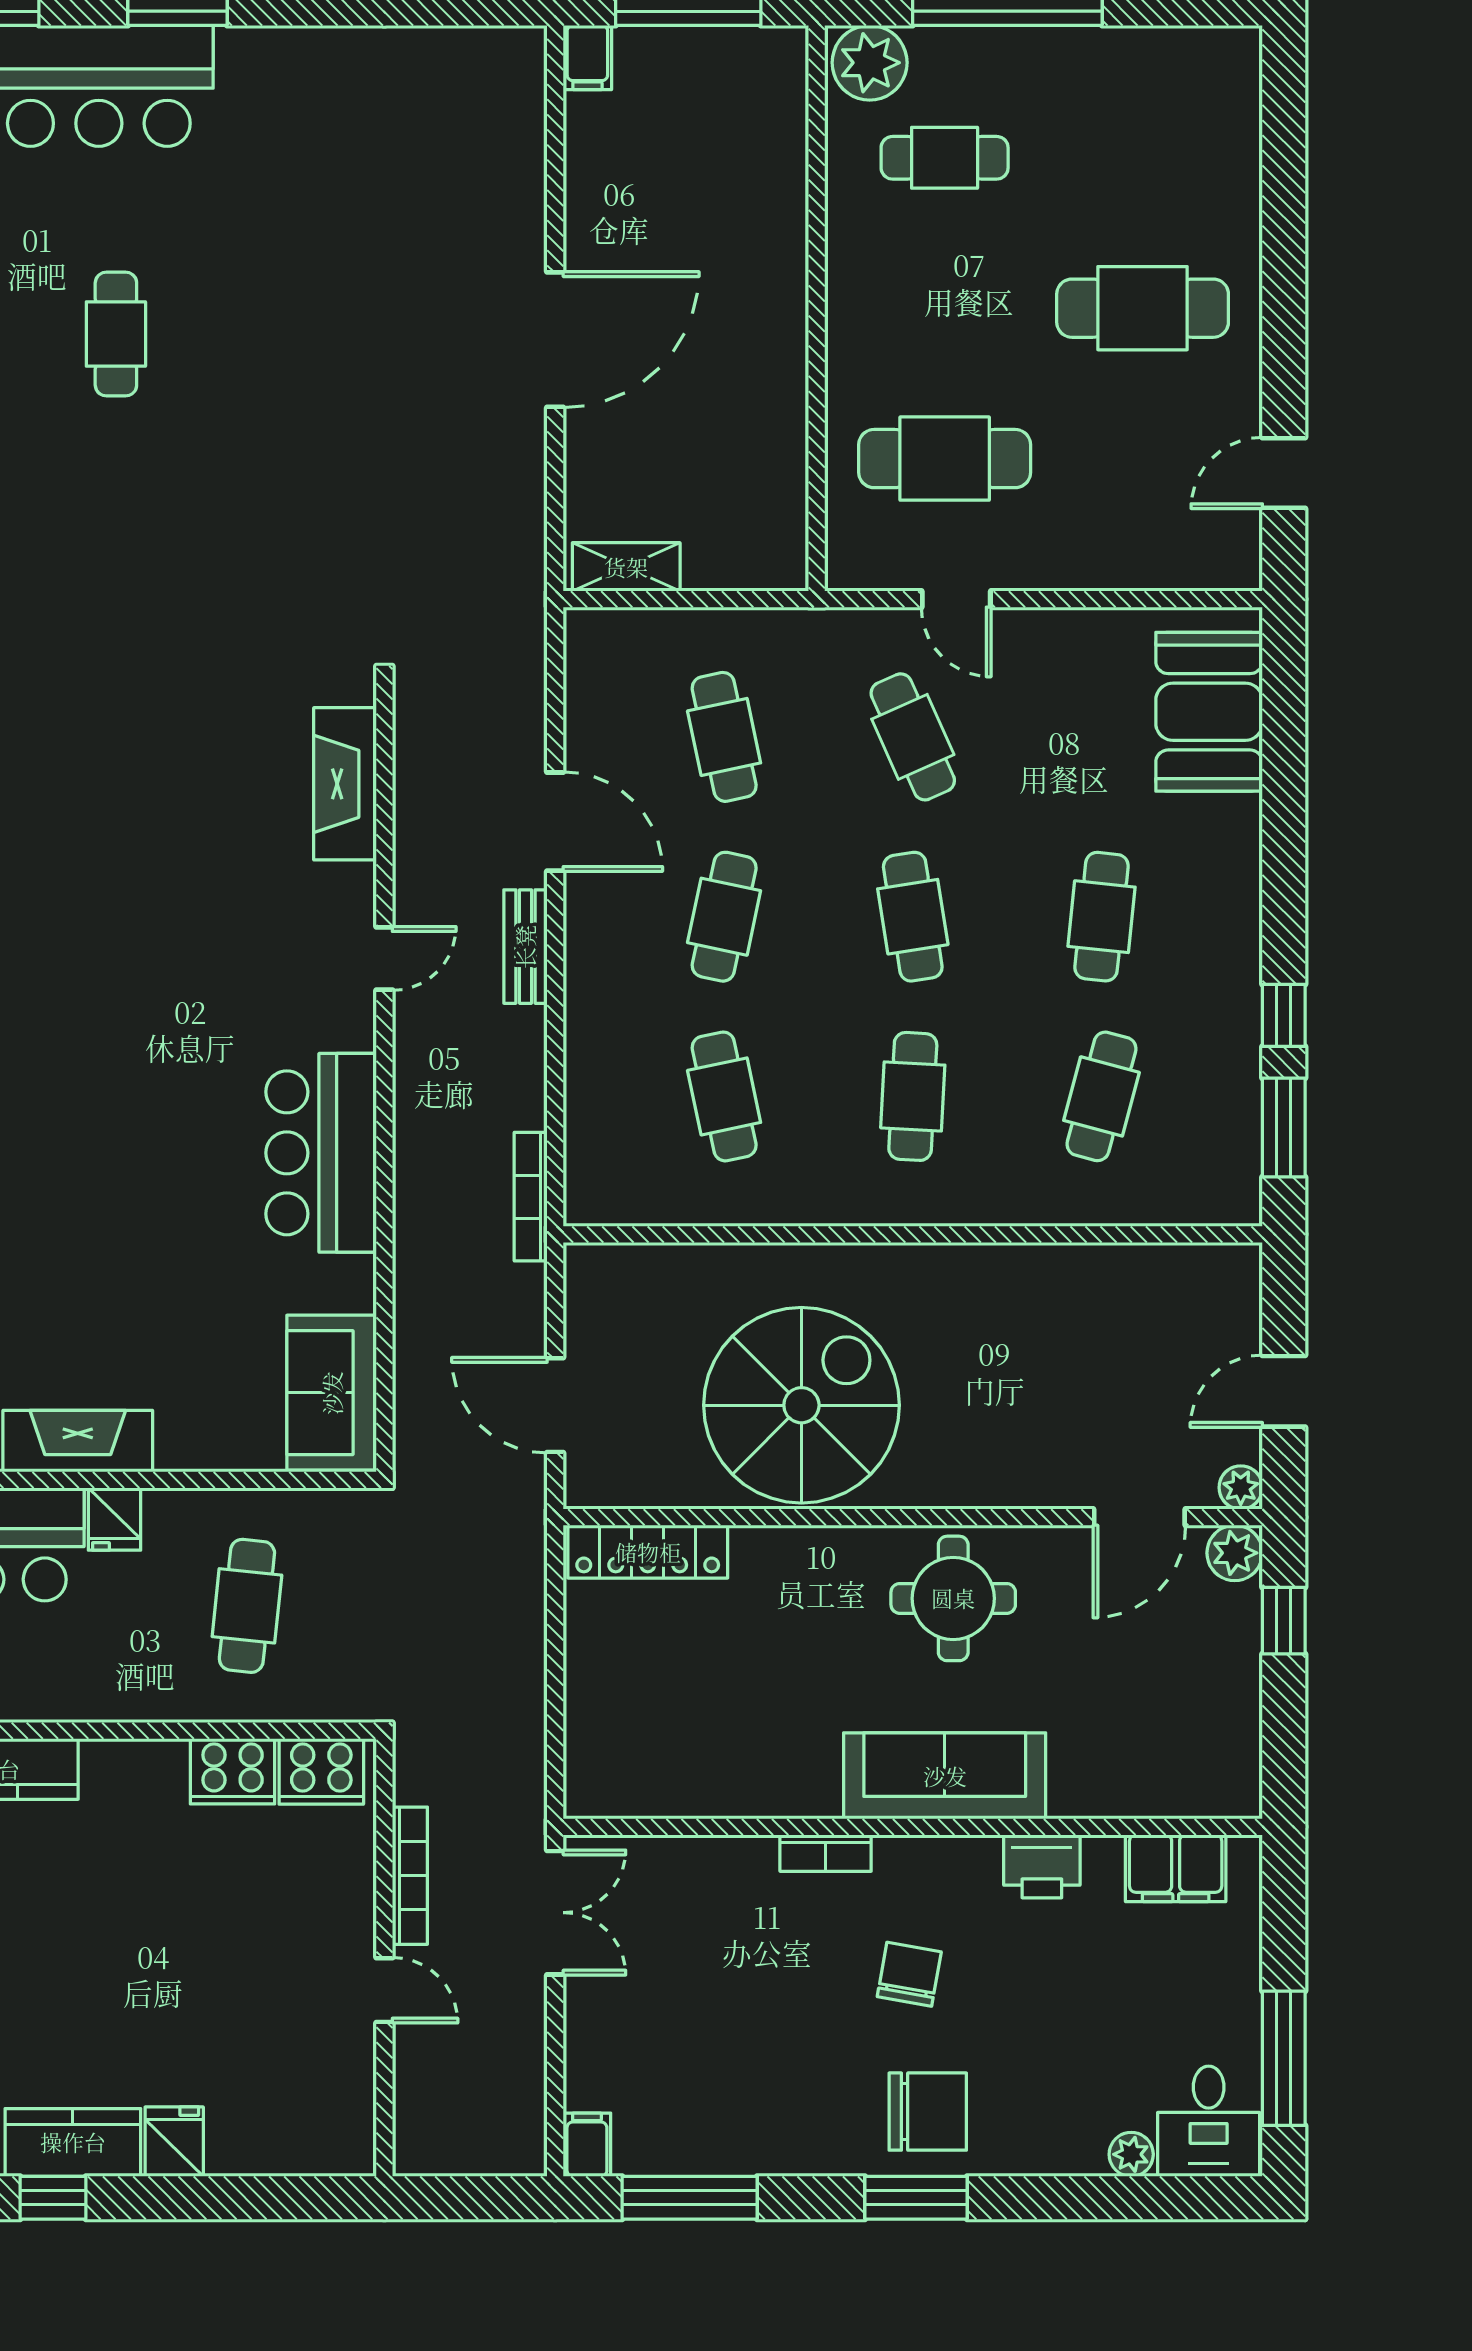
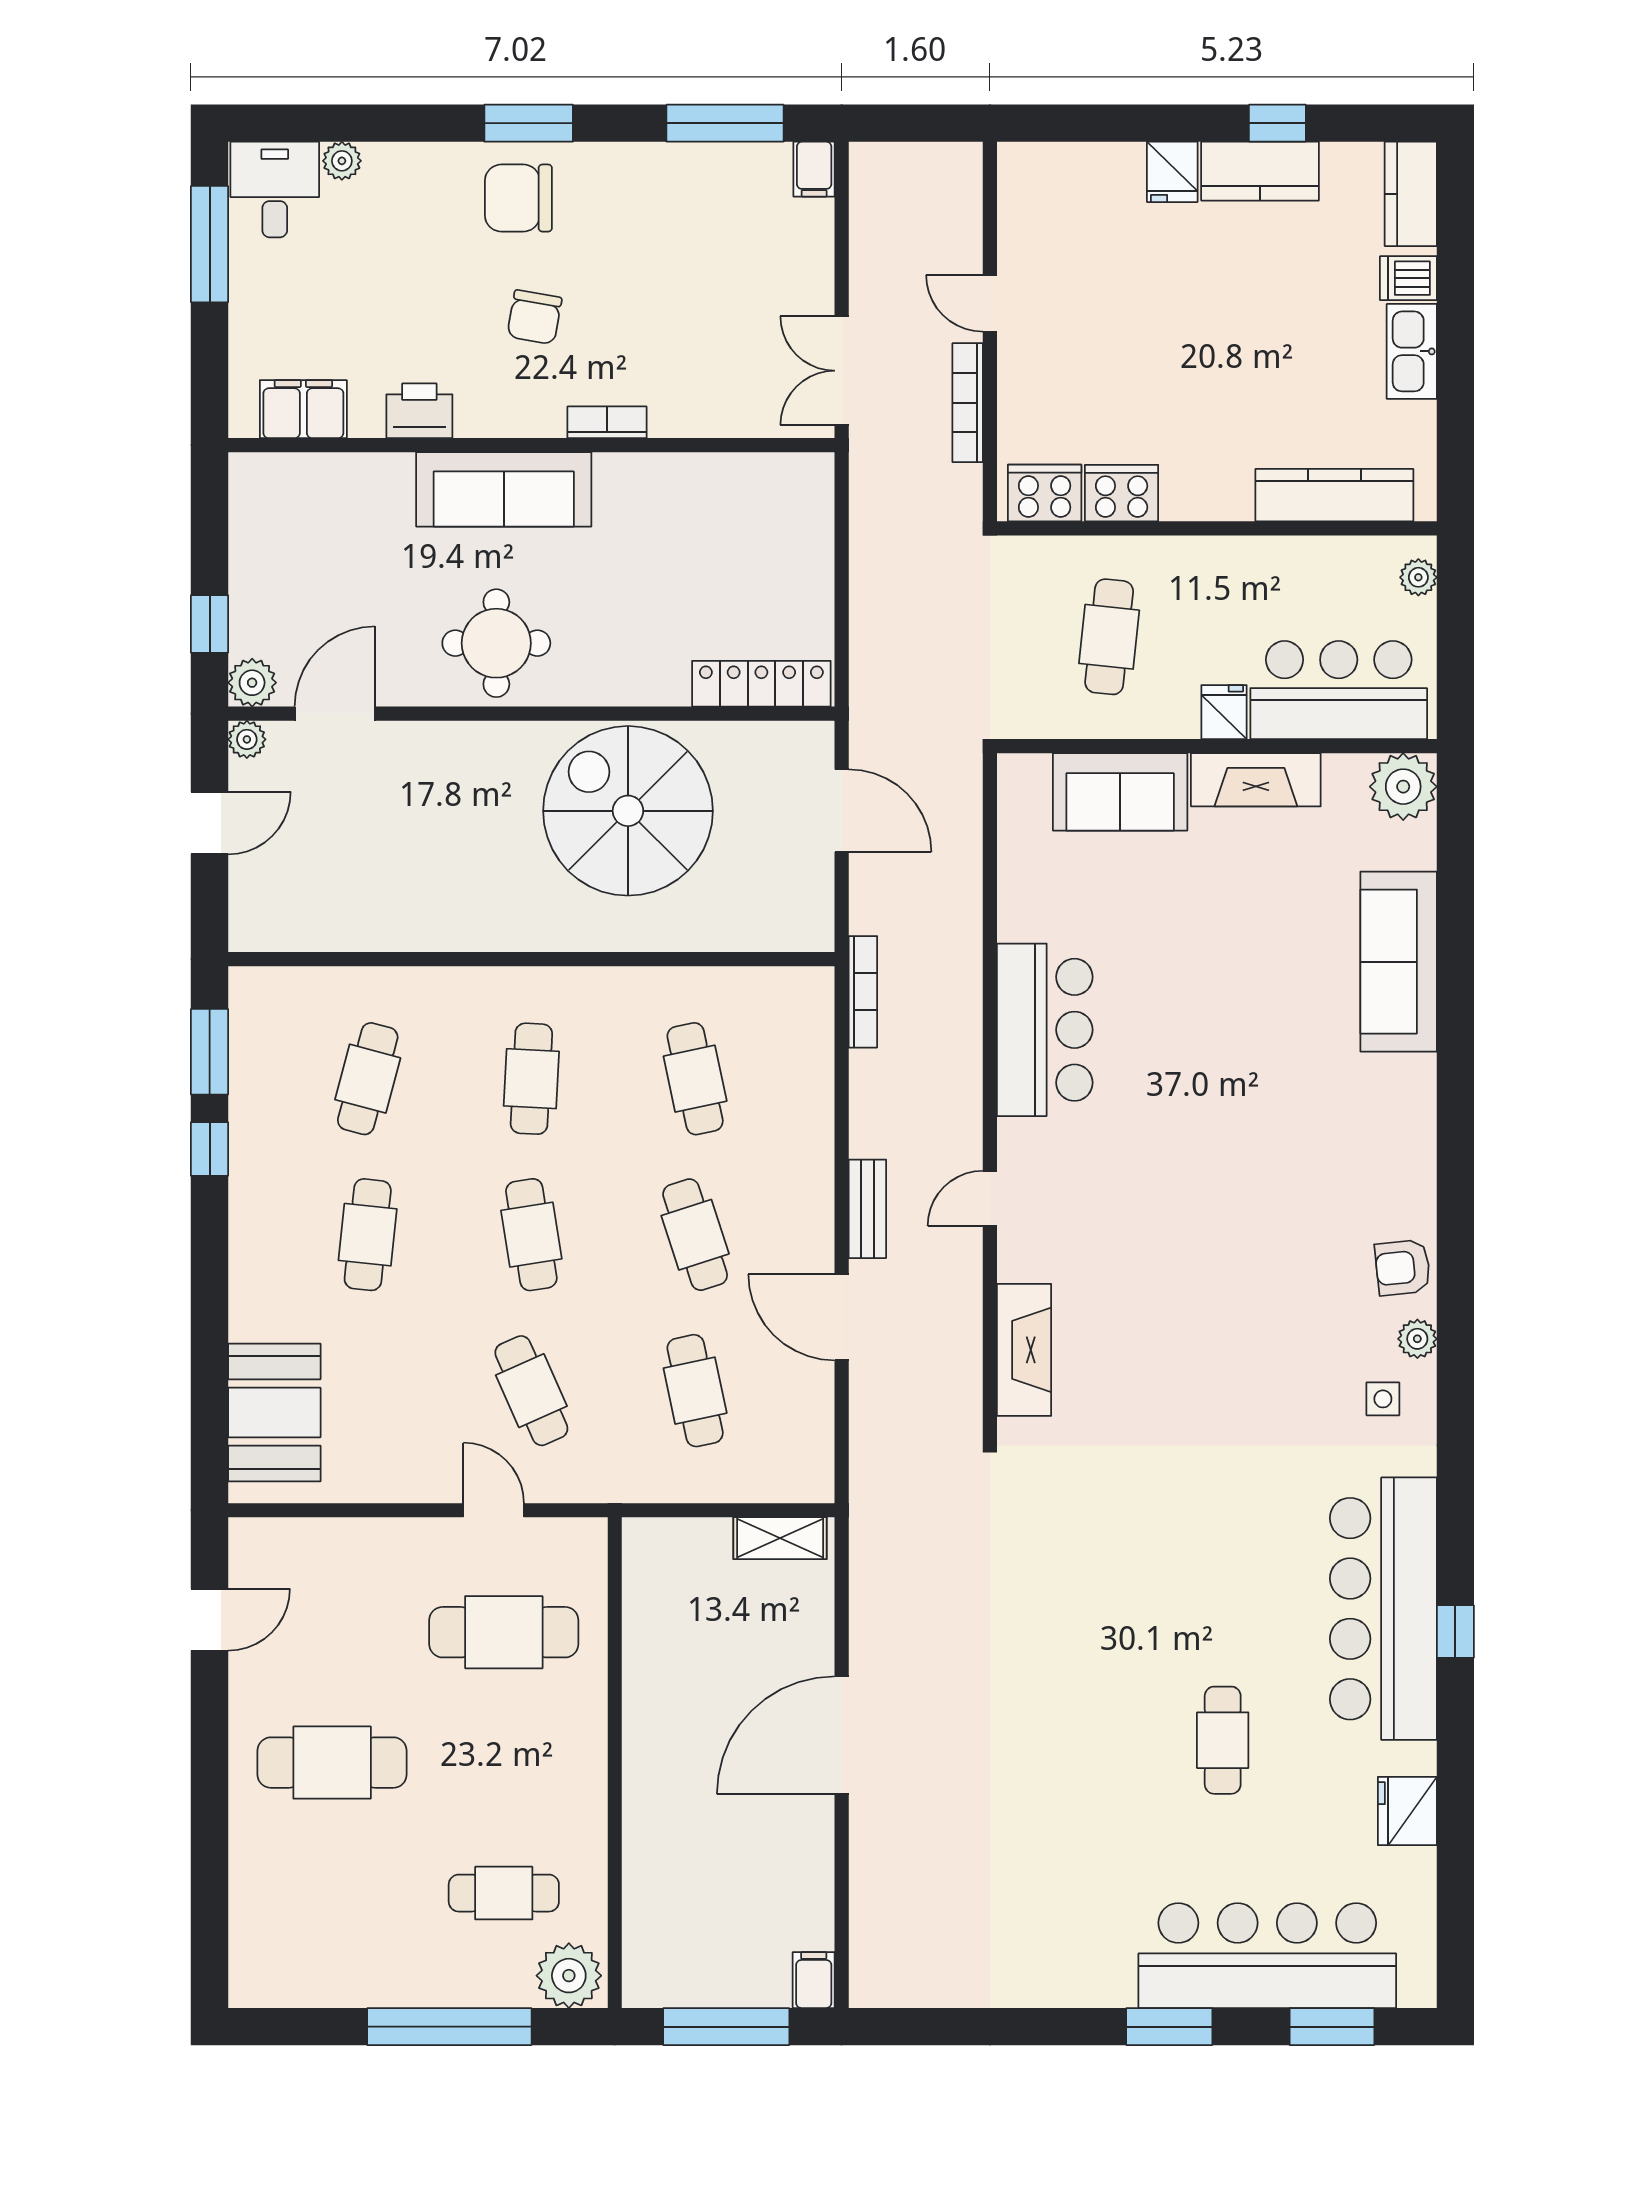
cafe table: (724, 917) -> (695, 1235), turned -30
sofa: (332, 1393) -> (1120, 792), moved, turned 90
spiral stairs: (801, 1405) -> (628, 811), turned 90

